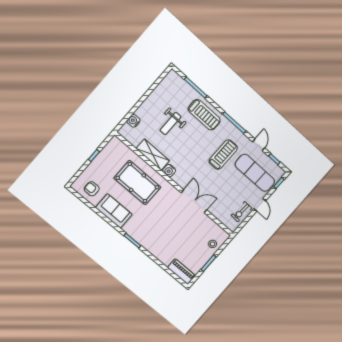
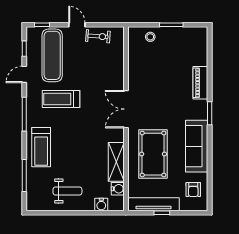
treadmill: (204, 115) -> (41, 147), turned 180
weight bench: (170, 124) -> (67, 191), moved
tv unit: (104, 155) -> (154, 204), added
water cooler: (169, 171) -> (118, 189), moved
double door: (194, 201) -> (126, 109), moved
door: (260, 205) -> (77, 25), hinge flipped
sofa: (114, 211) -> (197, 146), width x1.36
piano: (181, 272) -> (200, 83), moved

